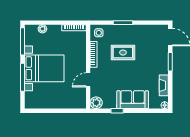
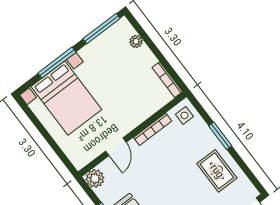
rug: (123, 53) -> (217, 171), moved
bed with nightstands: (44, 68) -> (66, 98), moved
door: (88, 80) -> (116, 147), swing flipped

